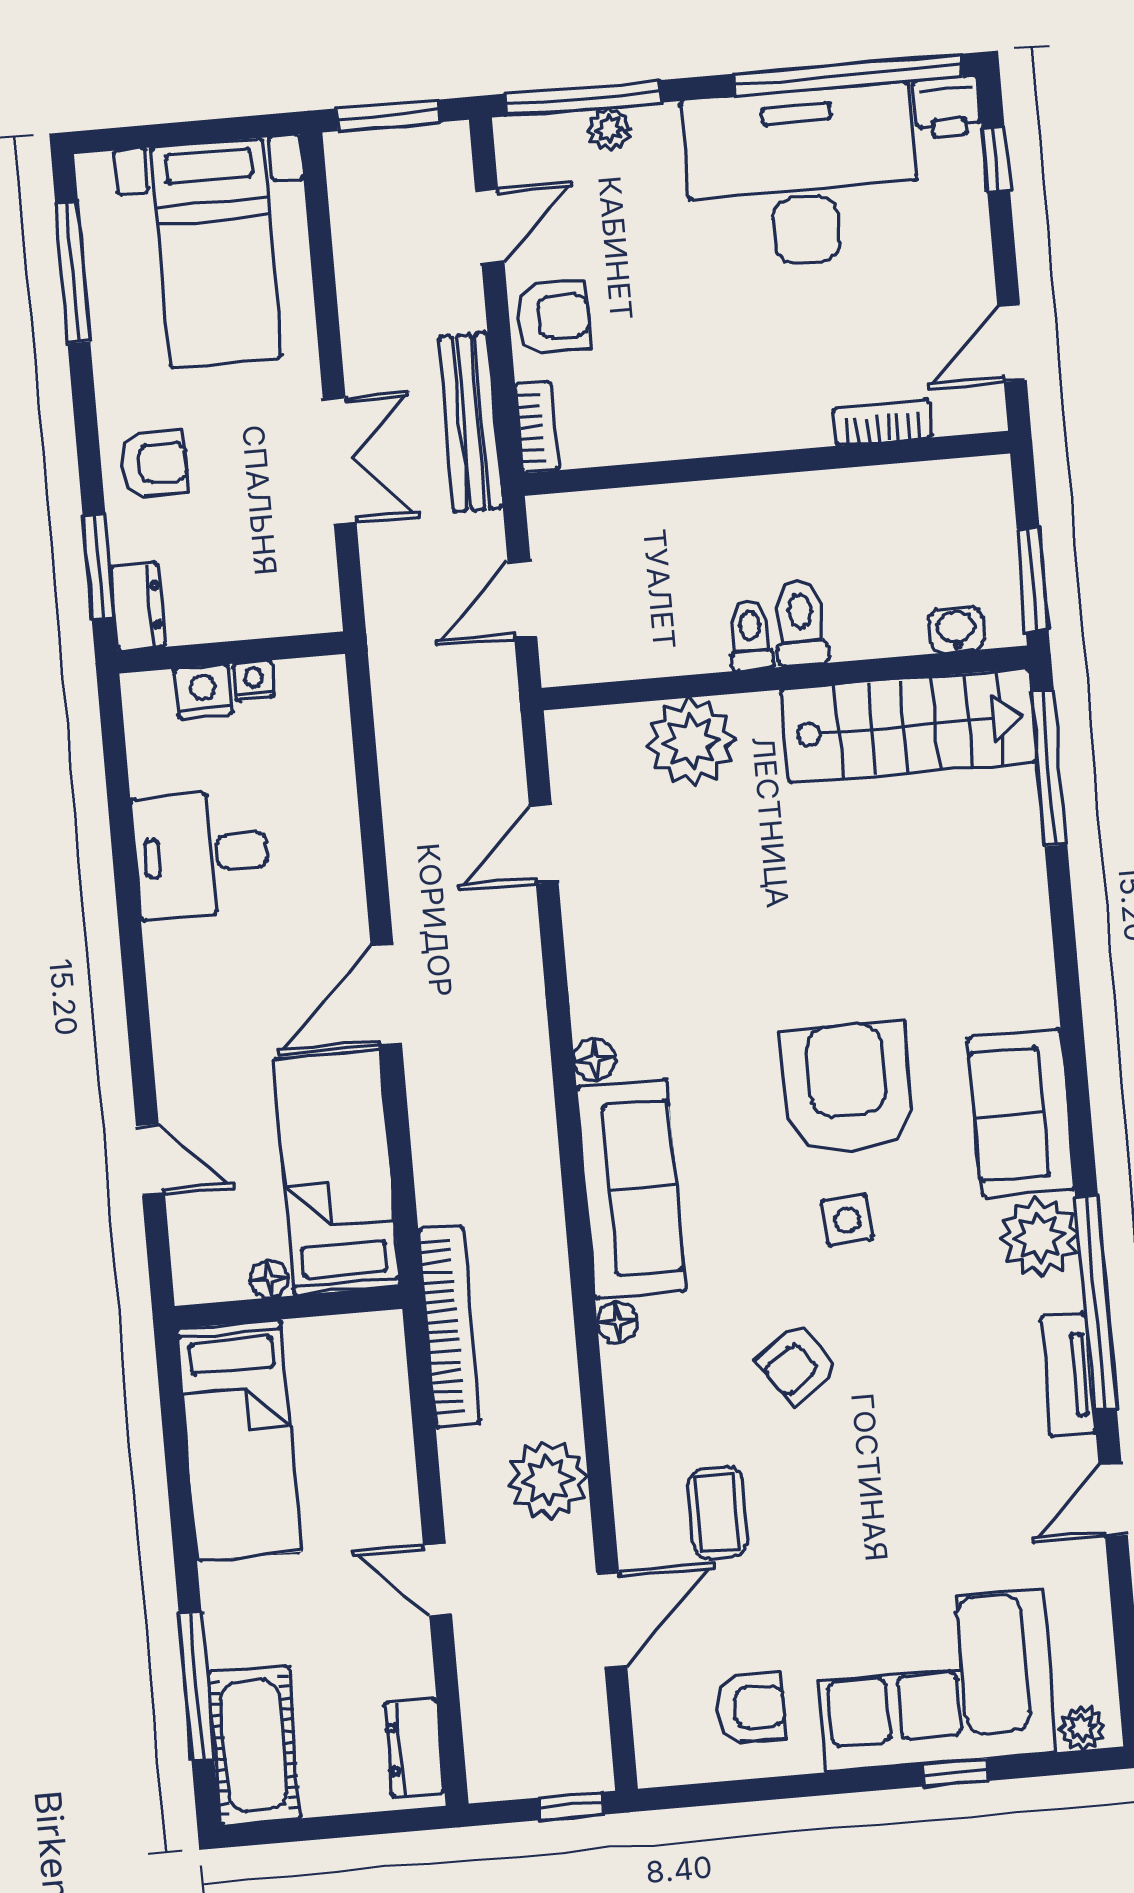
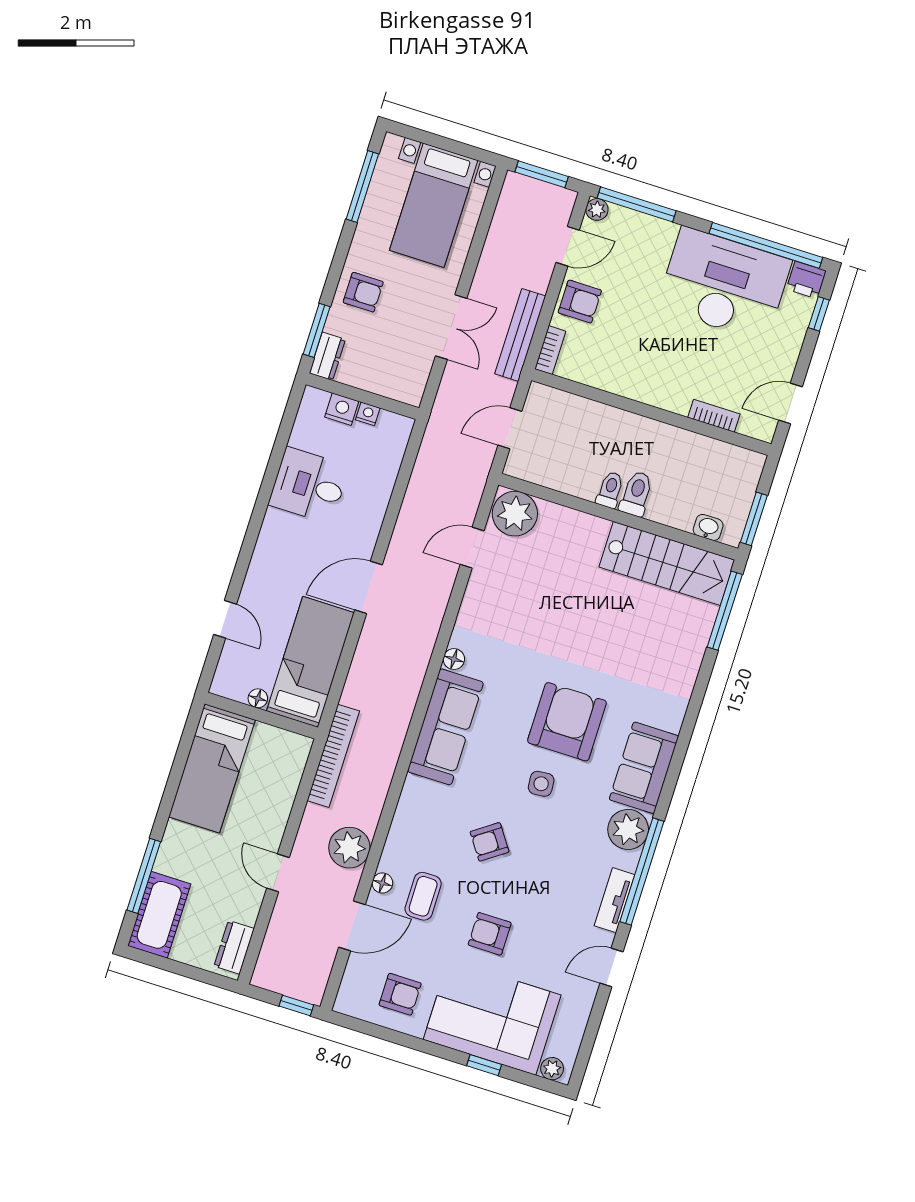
plant: (609, 129) -> (597, 209), moved
plant: (691, 742) -> (515, 514), moved
floor lamp: (617, 1322) -> (382, 883), moved
armchair: (867, 1530) -> (490, 934), added

